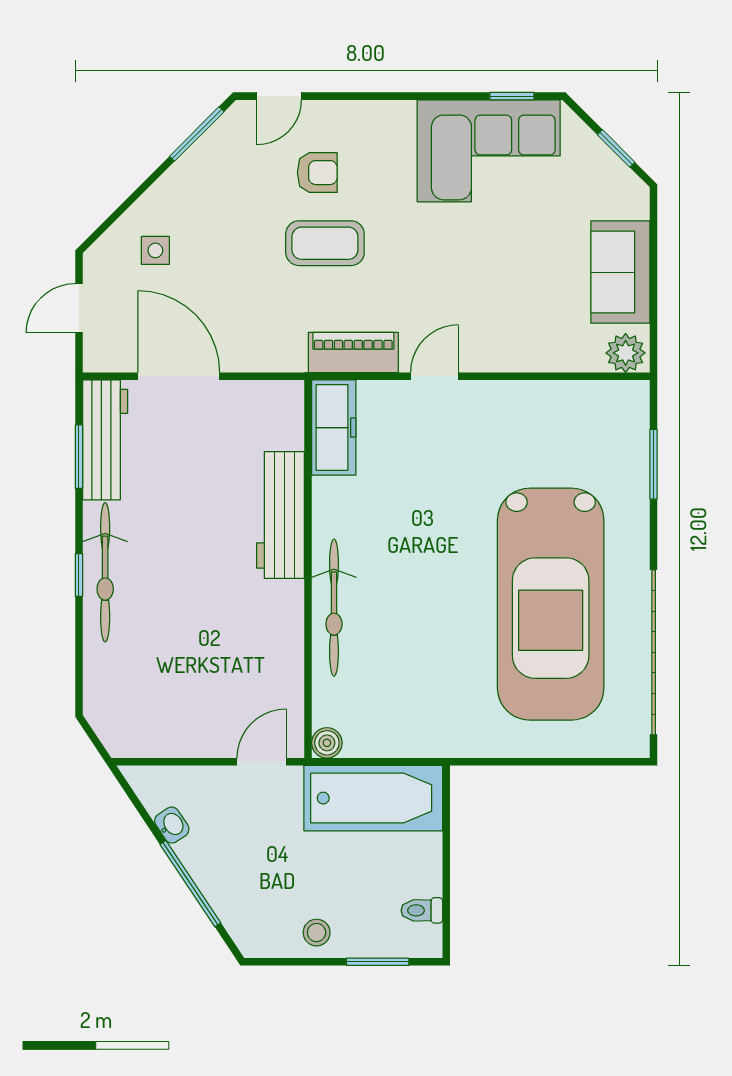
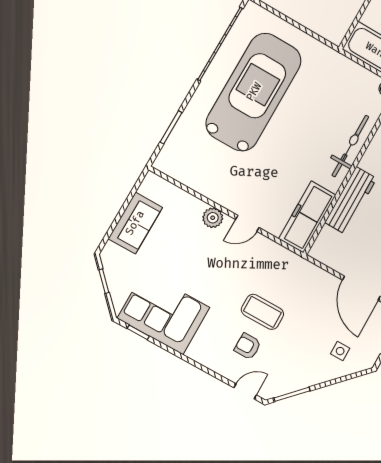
piano: (353, 352) -> (278, 255), removed
plant: (626, 353) -> (213, 218), moved
freezer: (334, 428) -> (307, 217), width x1.36, depth x1.26

